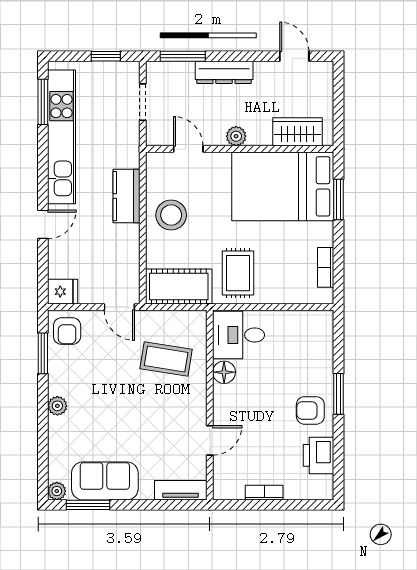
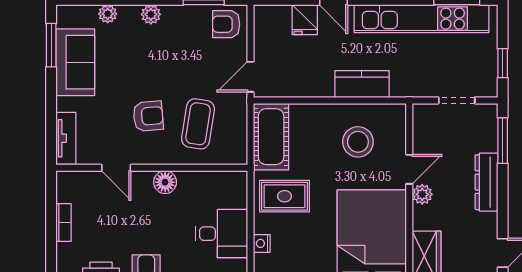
door: (188, 149) -> (409, 169), moved
stool: (171, 215) -> (358, 142), moved
fridge: (63, 292) -> (305, 20), moved
nightstand: (285, 296) -> (262, 243), added
desk: (239, 335) -> (222, 234), moved, turned 90
floor lamp: (224, 372) -> (165, 182), moved
armchair: (158, 409) -> (148, 116), added
plant: (57, 491) -> (108, 14), moved

